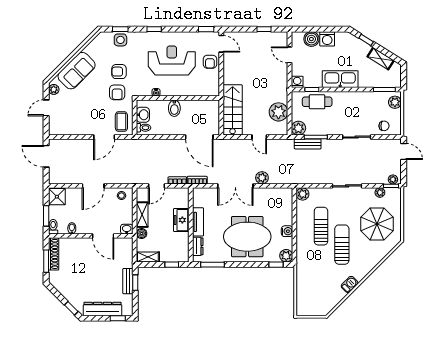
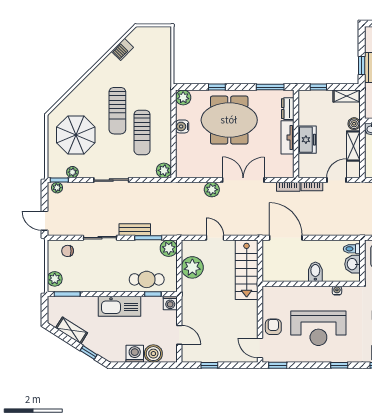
bench: (308, 144) -> (135, 230), moved
window: (276, 265) -> (217, 87), moved
barbecue: (350, 284) -> (122, 49), moved

